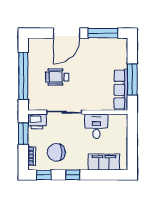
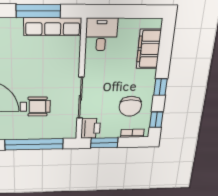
wheelchair: (57, 77) -> (35, 107), turned -90
desk: (96, 126) -> (101, 34), moved, turned 90

